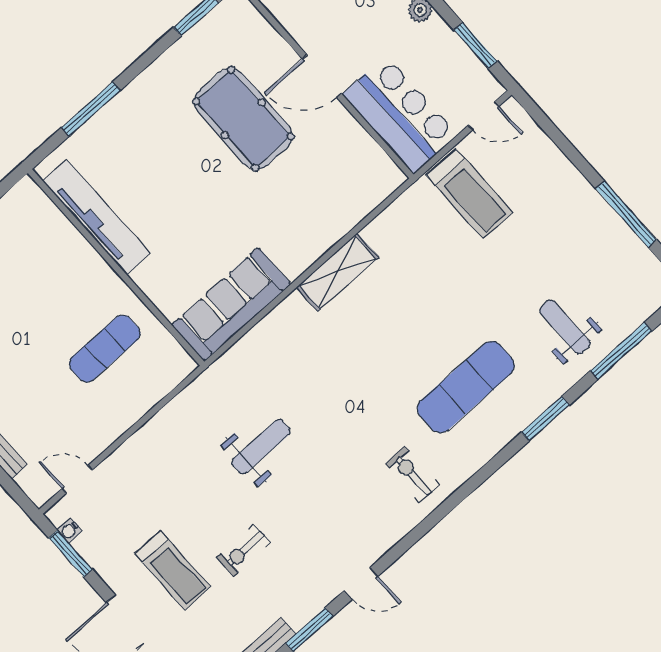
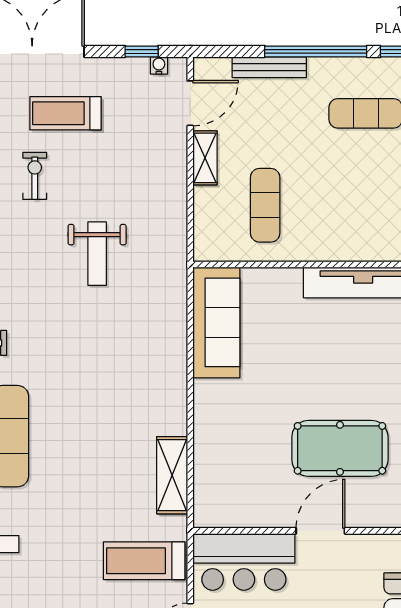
shelving: (337, 272) -> (172, 475), moved
shelving: (110, 429) -> (205, 158), added
door: (77, 479) -> (190, 103), width x1.38
window: (71, 554) -> (142, 51), width x0.67

